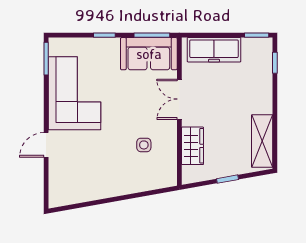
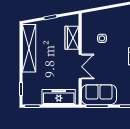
shelving: (262, 141) -> (29, 48), width x1.47

